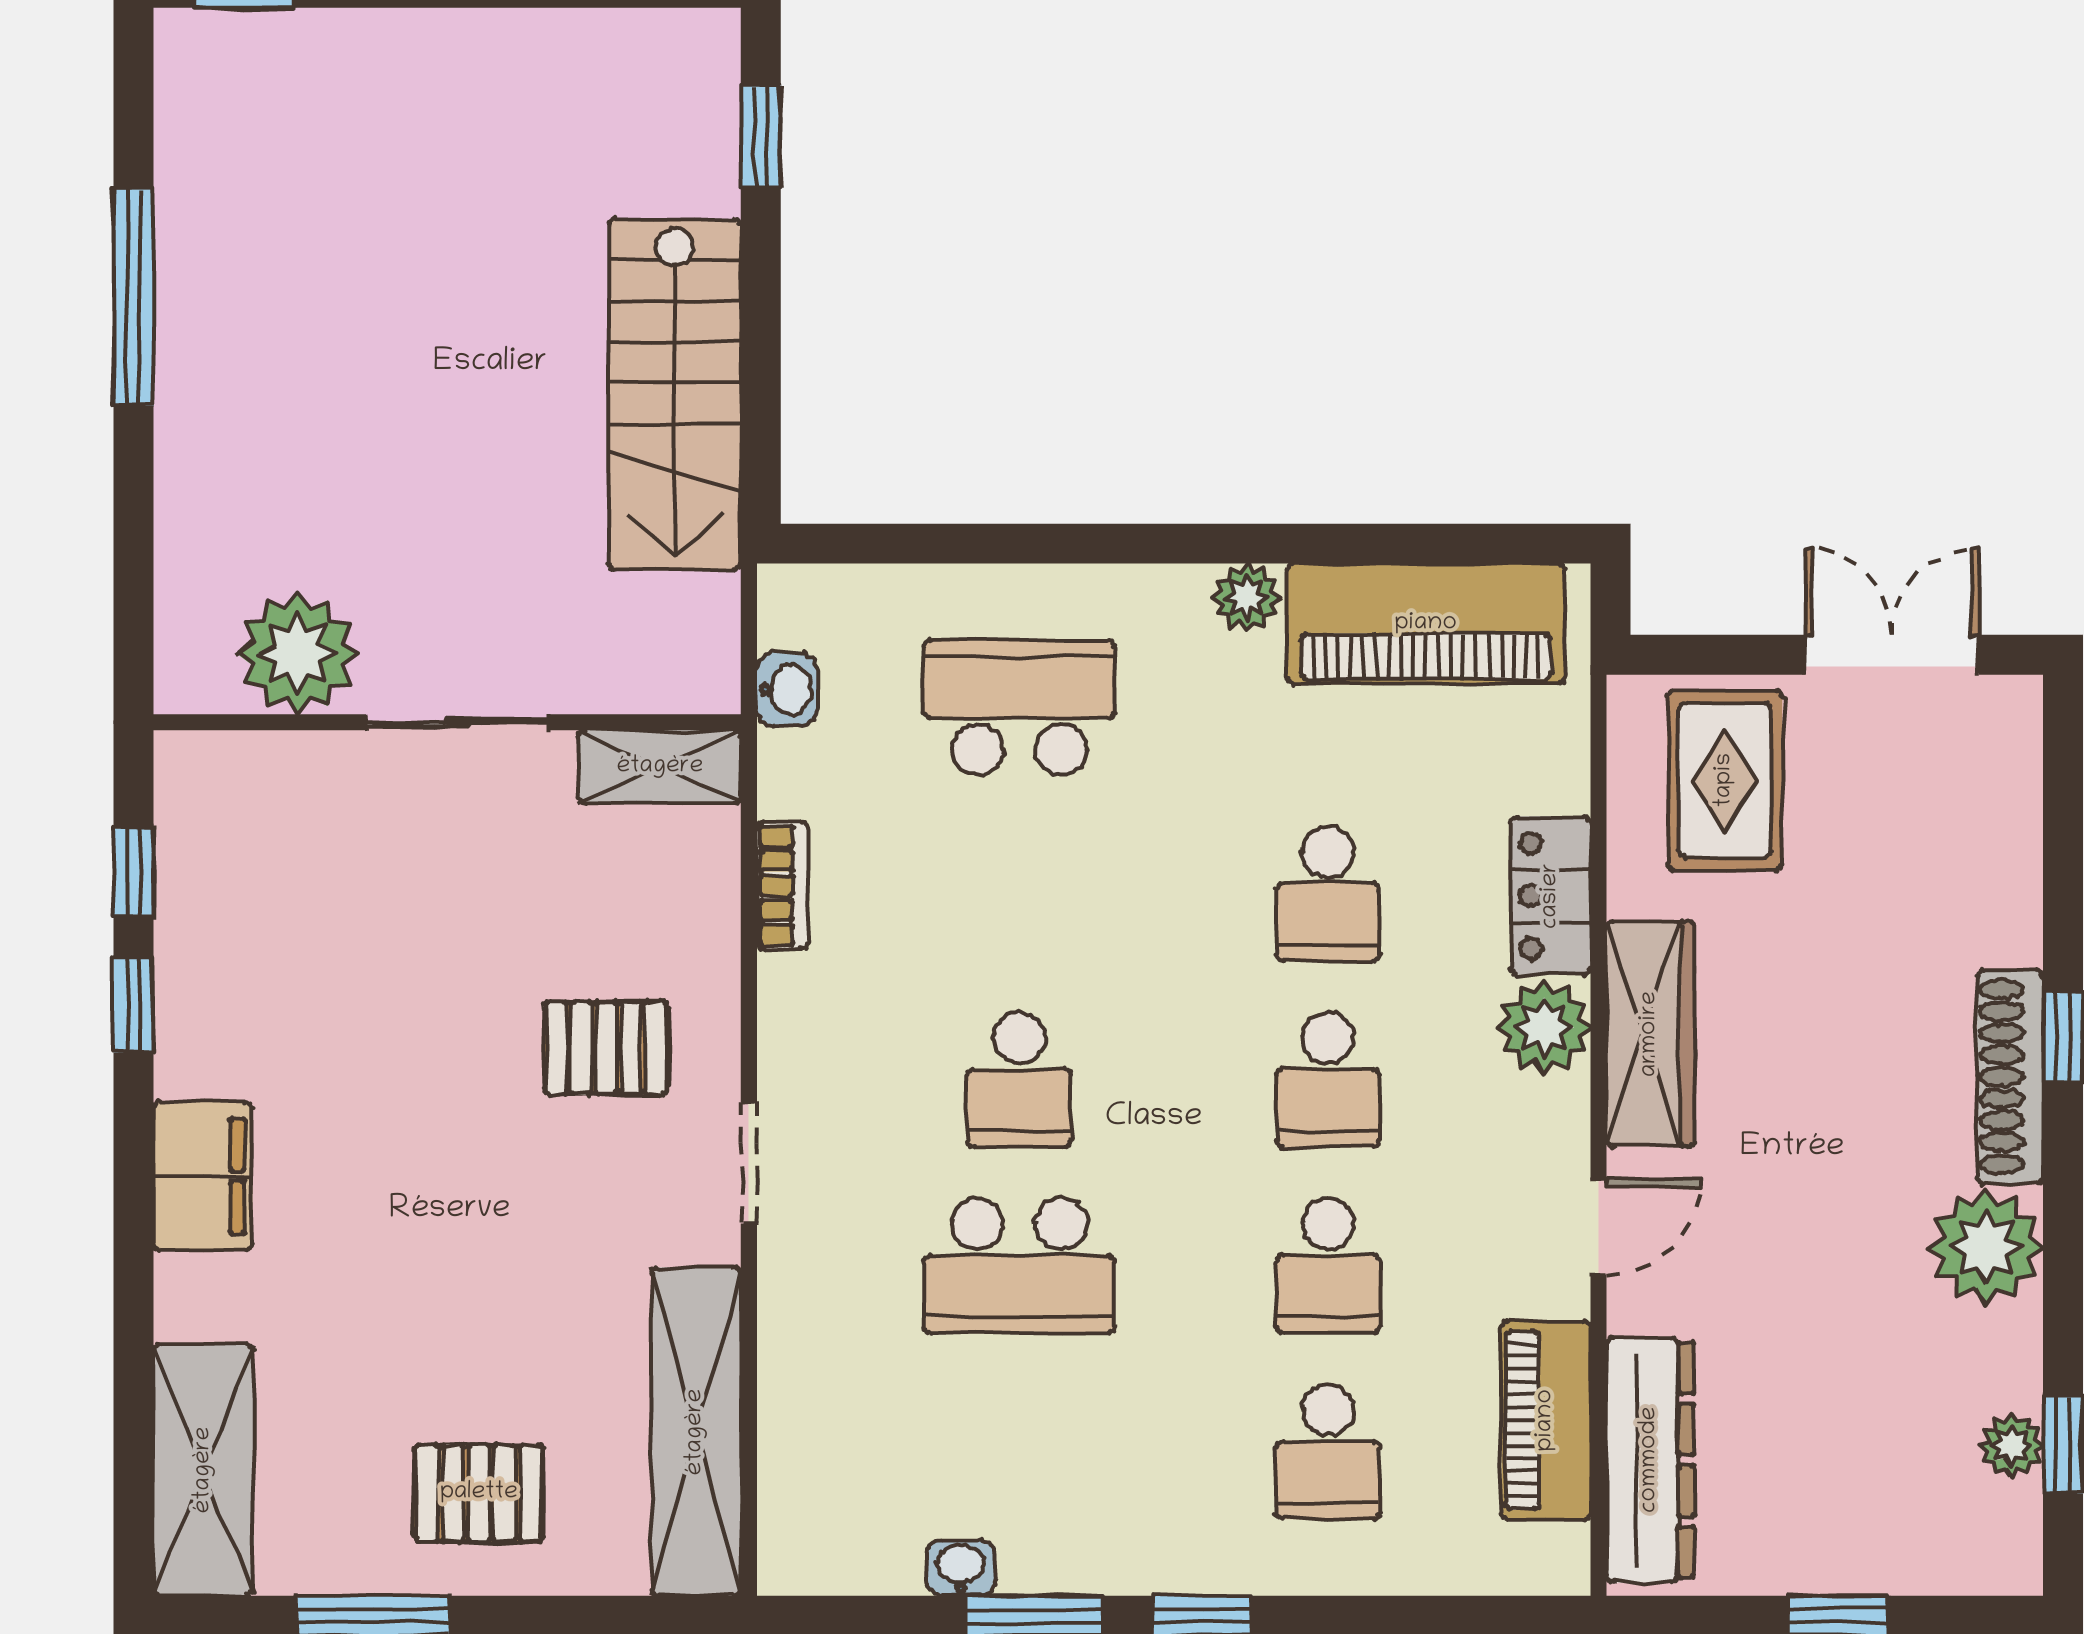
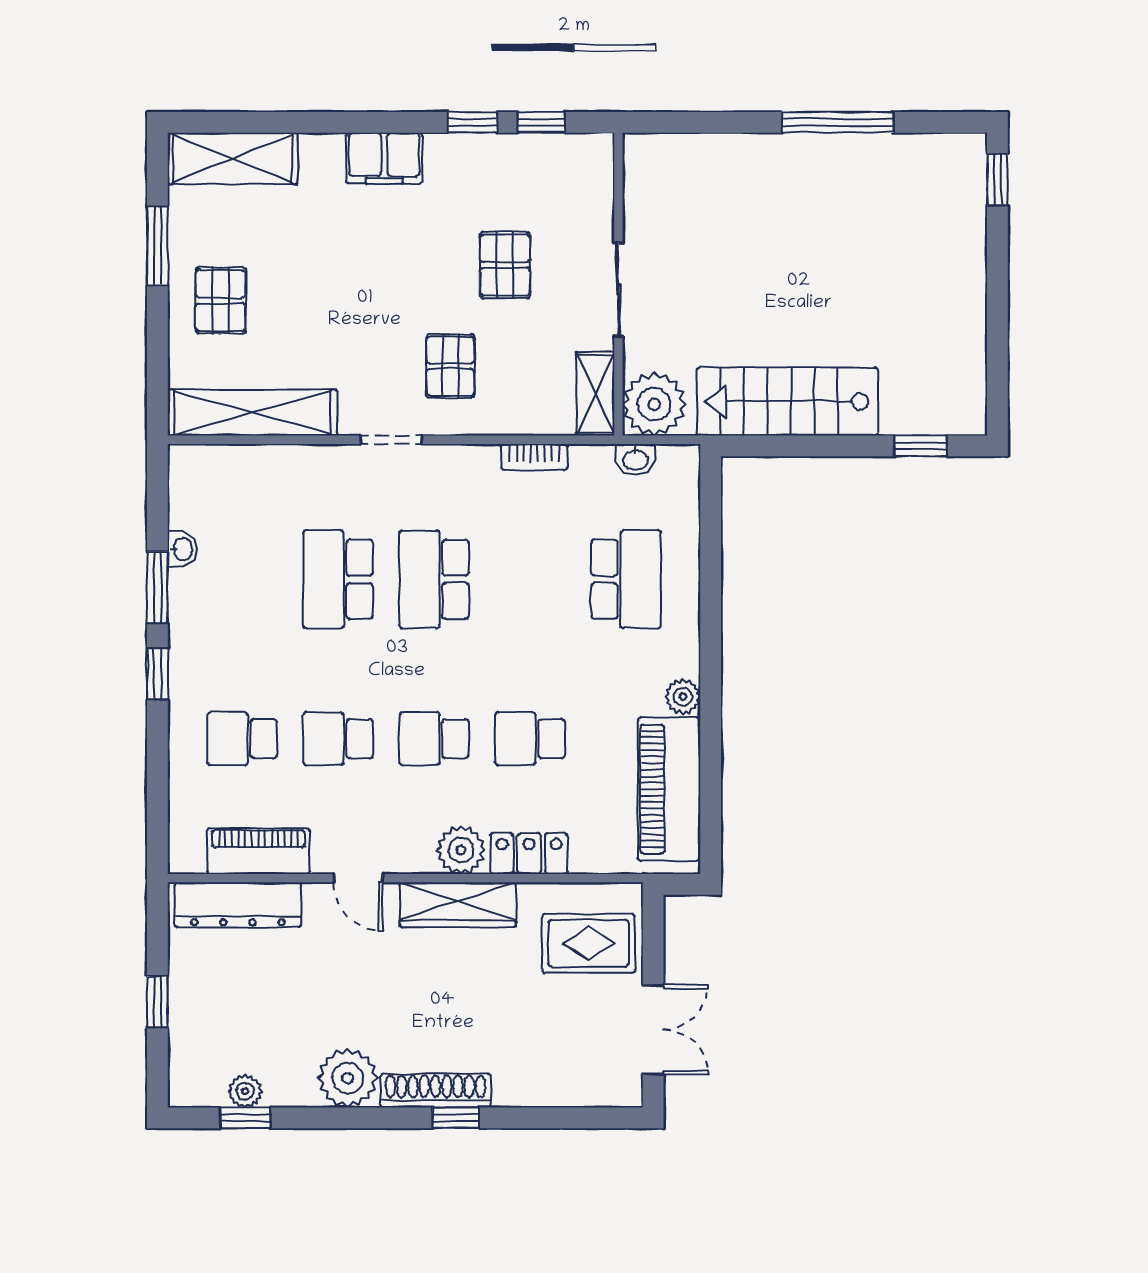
plant: (297, 653) -> (654, 404), moved
pallet: (410, 942) -> (505, 265), added
school desk: (1019, 1080) -> (434, 579), width x1.85

